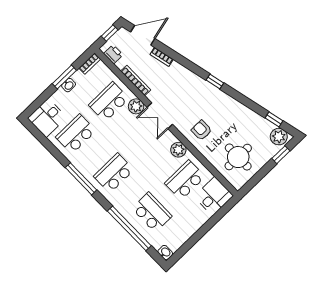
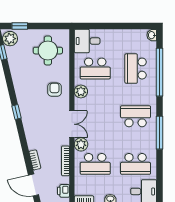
armchair: (202, 130) -> (55, 90), turned 180
school desk: (114, 173) -> (136, 116), turned 180

